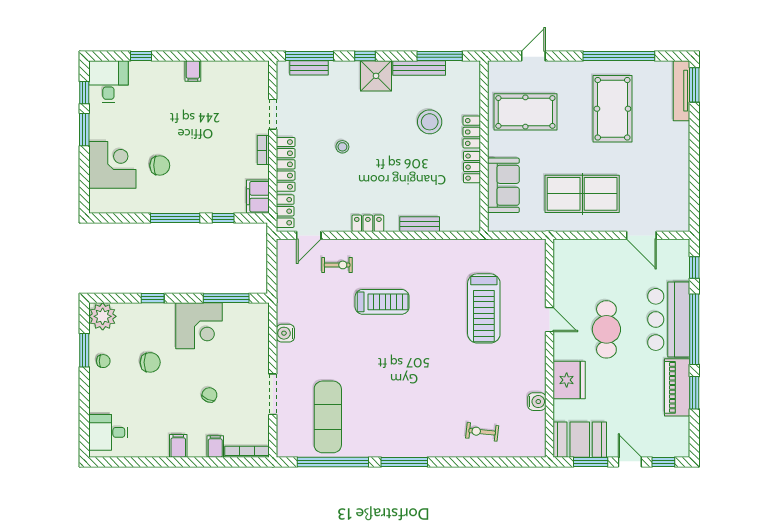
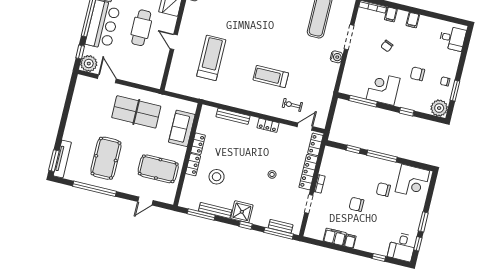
chair: (197, 132) -> (356, 204), added
corner desk: (112, 165) -> (412, 181), moved, turned -90
filing cabinet: (258, 197) -> (335, 237), moved, turned -90
bench: (420, 224) -> (233, 116), width x1.36
plant: (676, 253) -> (89, 64), added
water cooler: (285, 333) -> (336, 57), moved

